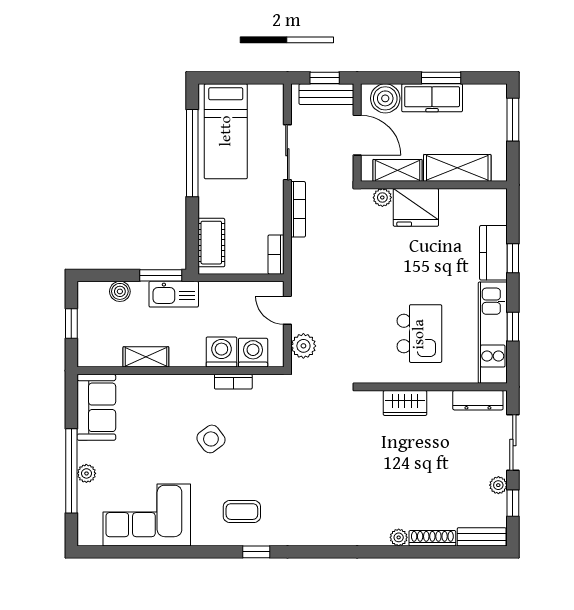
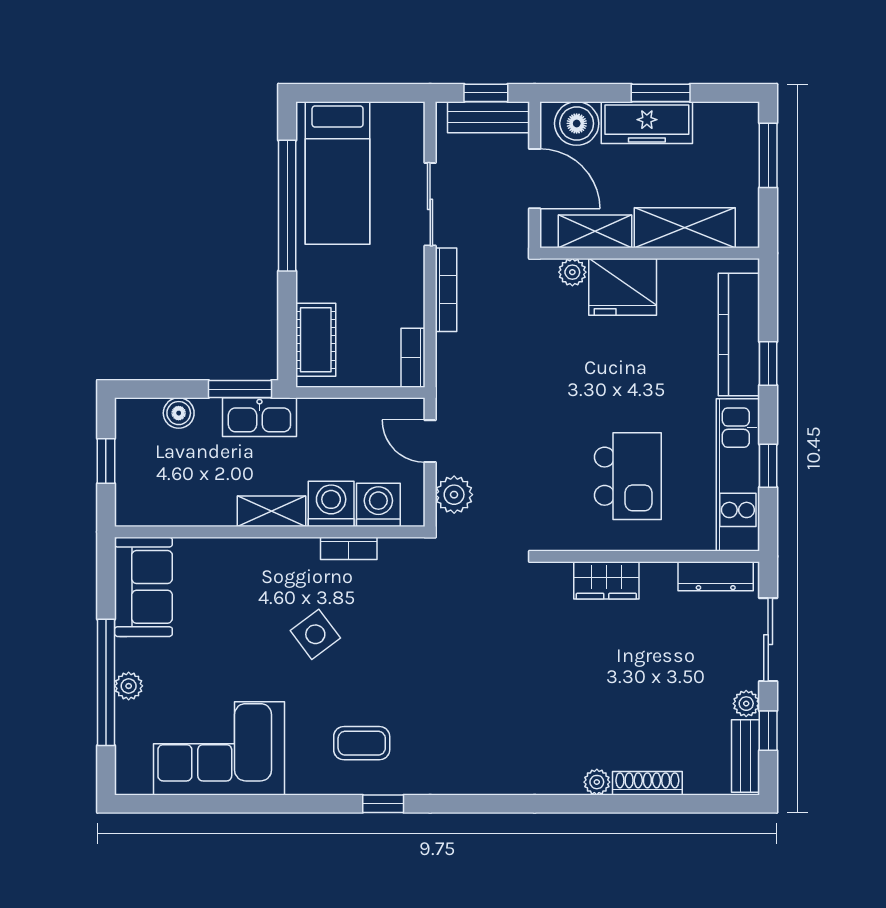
kitchen counter: (493, 253) -> (739, 334), width x1.50
shelving: (146, 357) -> (271, 511), moved
bench: (482, 537) -> (746, 756), moved, turned 90

